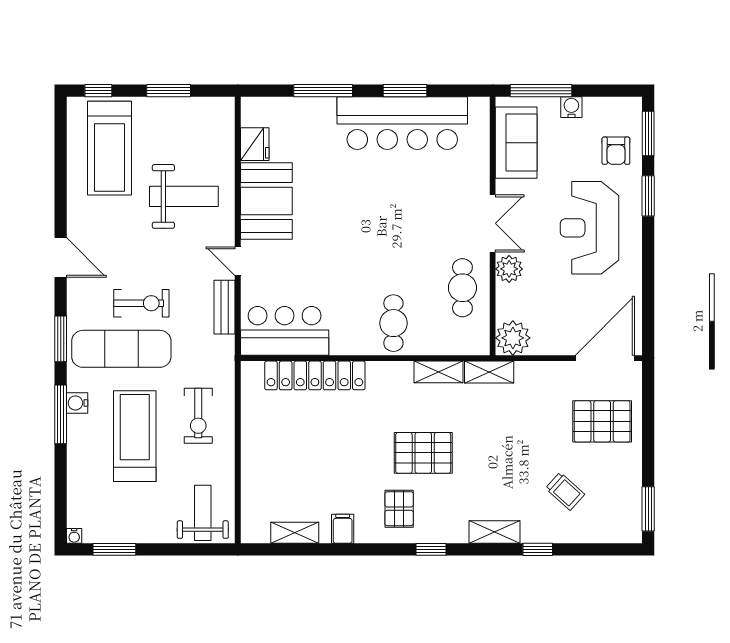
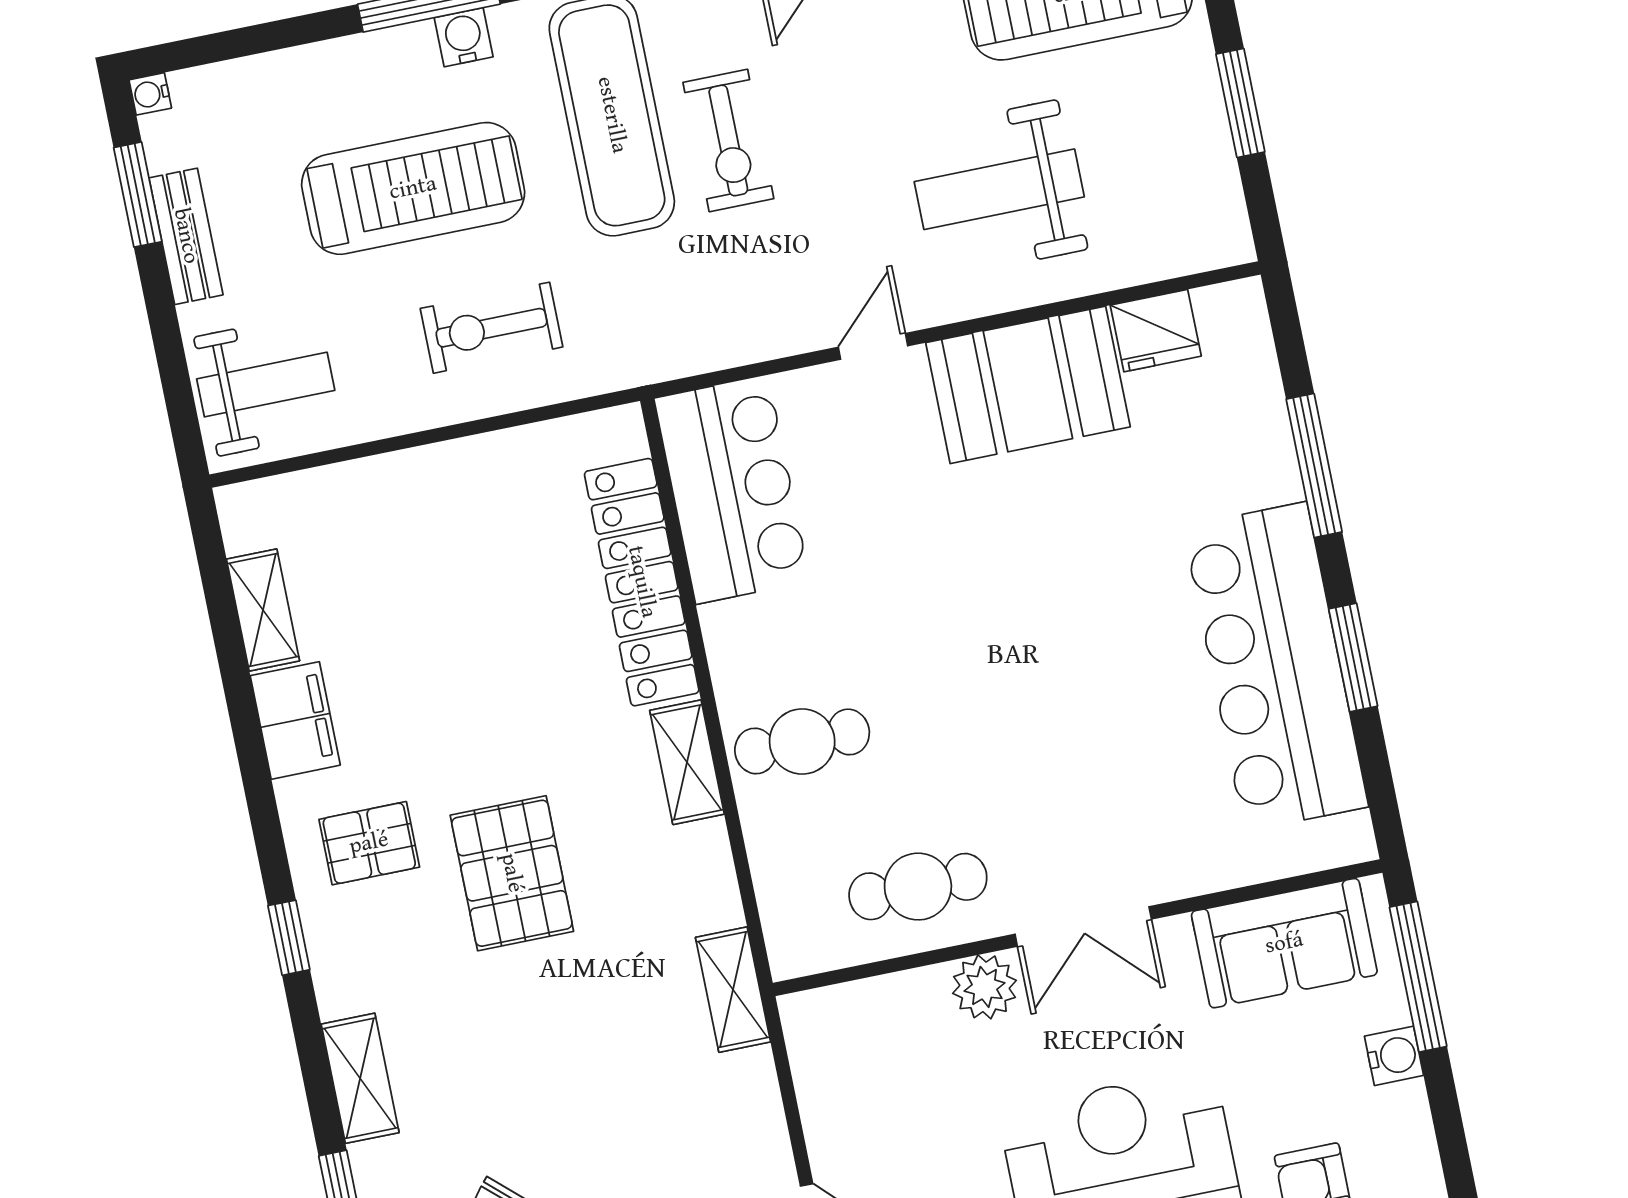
weight bench: (184, 196) -> (999, 189), turned 90
bench: (225, 307) -> (186, 236), moved, turned 90
plant: (513, 338) -> (824, 1029), removed
shelving: (438, 372) -> (687, 762), moved
filing cabinet: (343, 529) -> (295, 720), width x2.00

